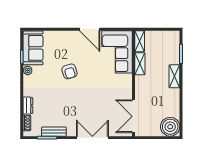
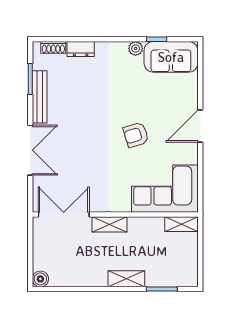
door: (90, 29) -> (200, 126), moved
shelving: (140, 64) -> (109, 224), moved
armchair: (70, 71) -> (136, 135), moved
boiler: (170, 127) -> (40, 279), width x0.54, depth x0.54
bench: (54, 132) -> (40, 97), width x1.36

